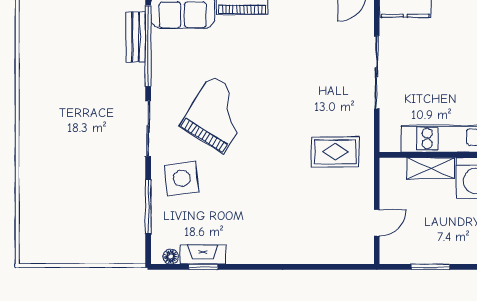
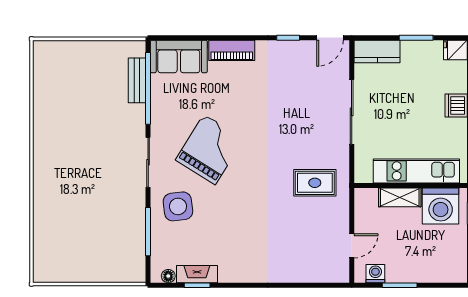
washing machine: (403, 254) -> (375, 274), added

